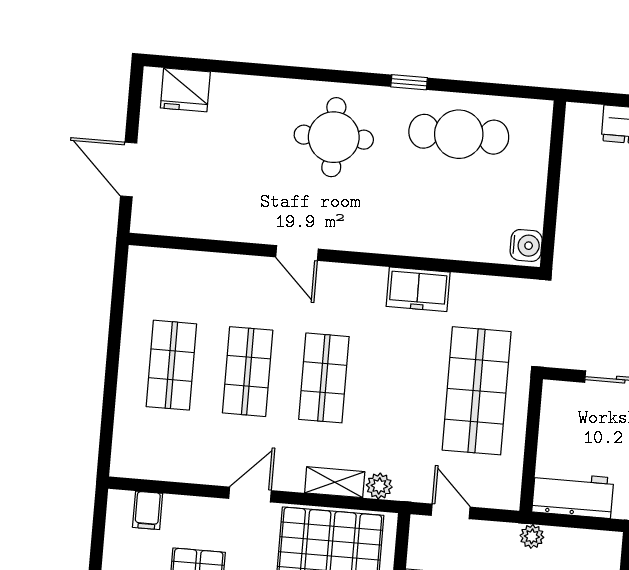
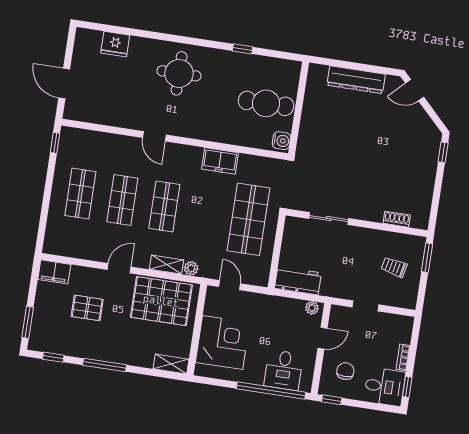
window: (409, 82) -> (243, 49), moved
fridge: (185, 90) -> (115, 44), moved
cafe table: (459, 134) -> (266, 103), moved
window: (120, 277) -> (55, 143), added
filing cabinet: (148, 510) -> (54, 272), width x2.00
plant: (532, 536) -> (312, 308), moved

